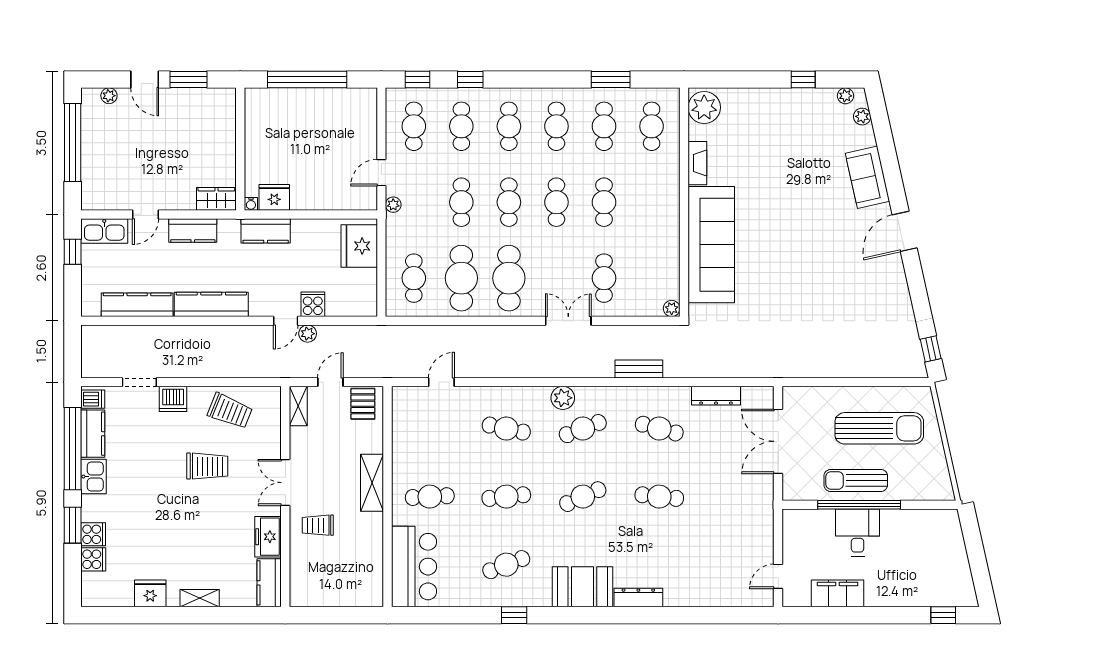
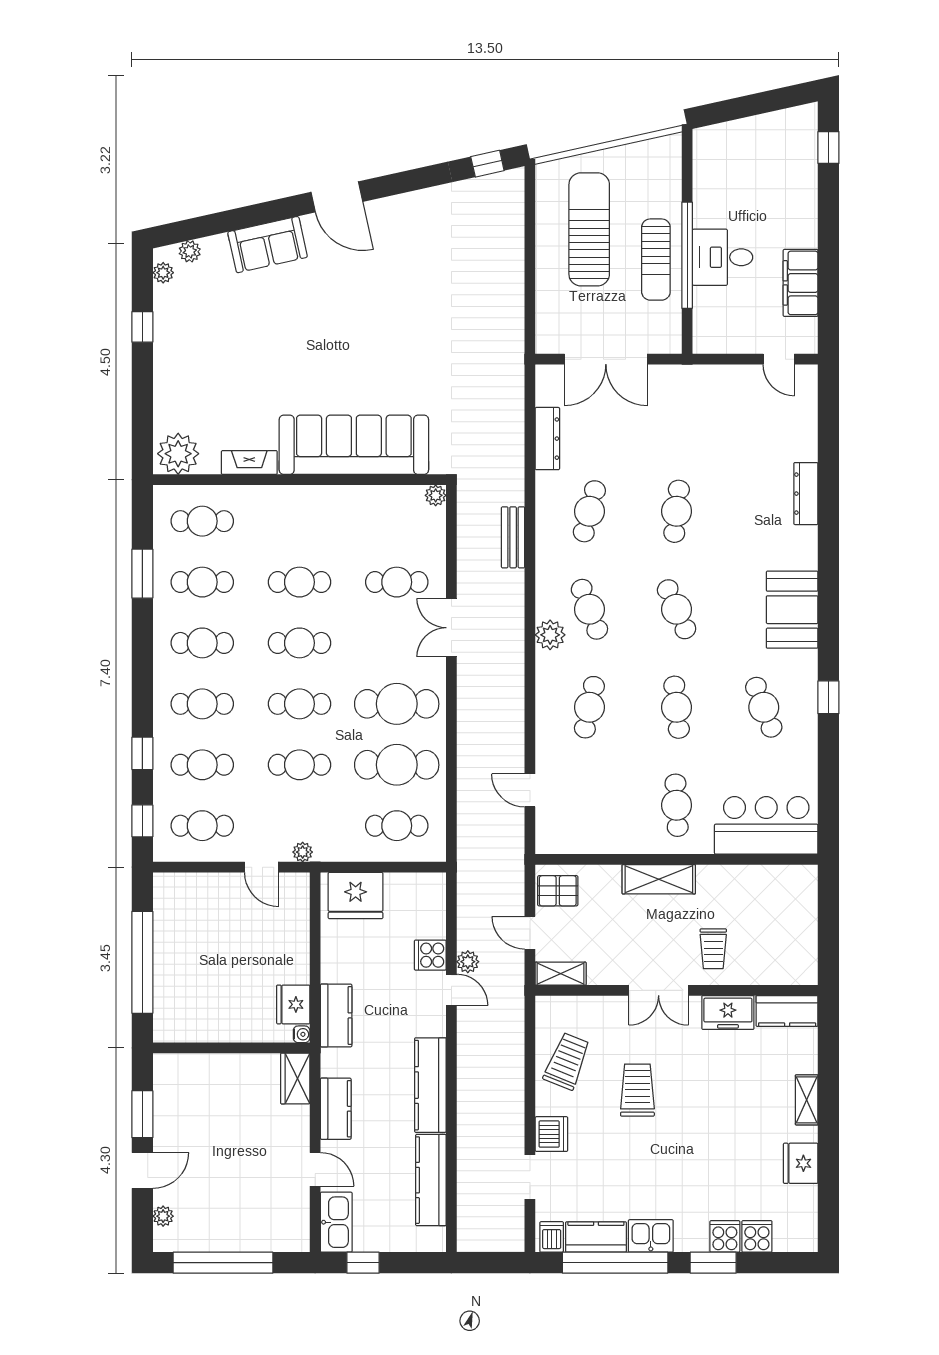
dresser: (638, 598) -> (806, 494), moved

